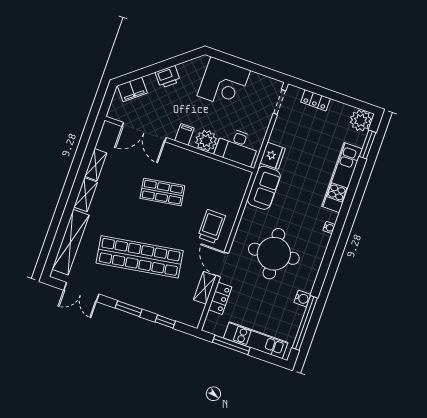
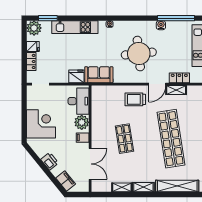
fridge: (336, 110) -> (33, 46), added

